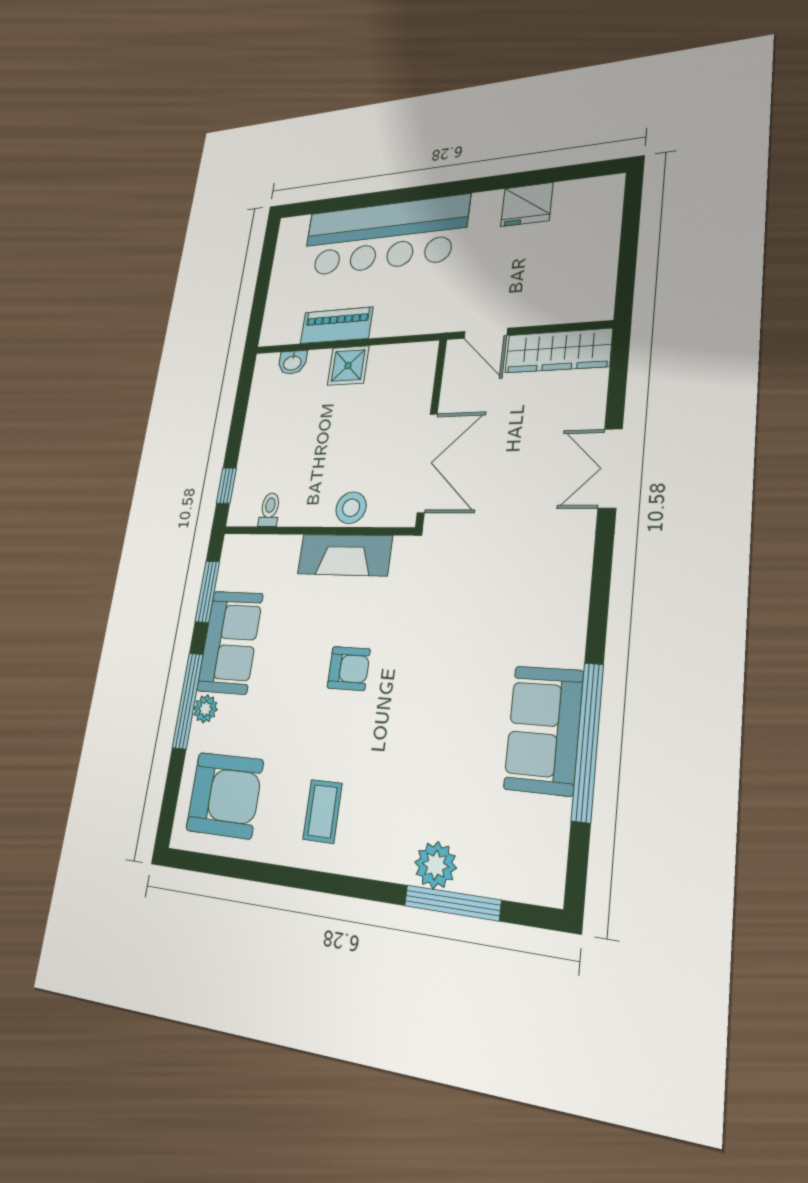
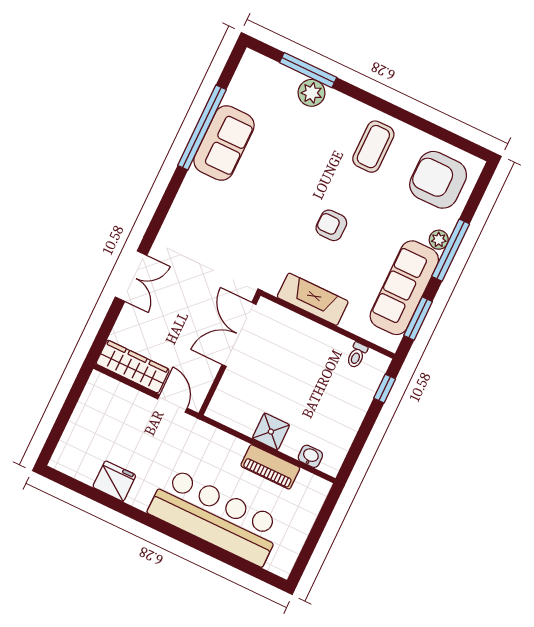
stool: (351, 508) -> (299, 329), removed
sofa: (230, 642) -> (404, 288), width x1.36
coffee table: (323, 811) -> (373, 147), width x1.36, depth x1.30

